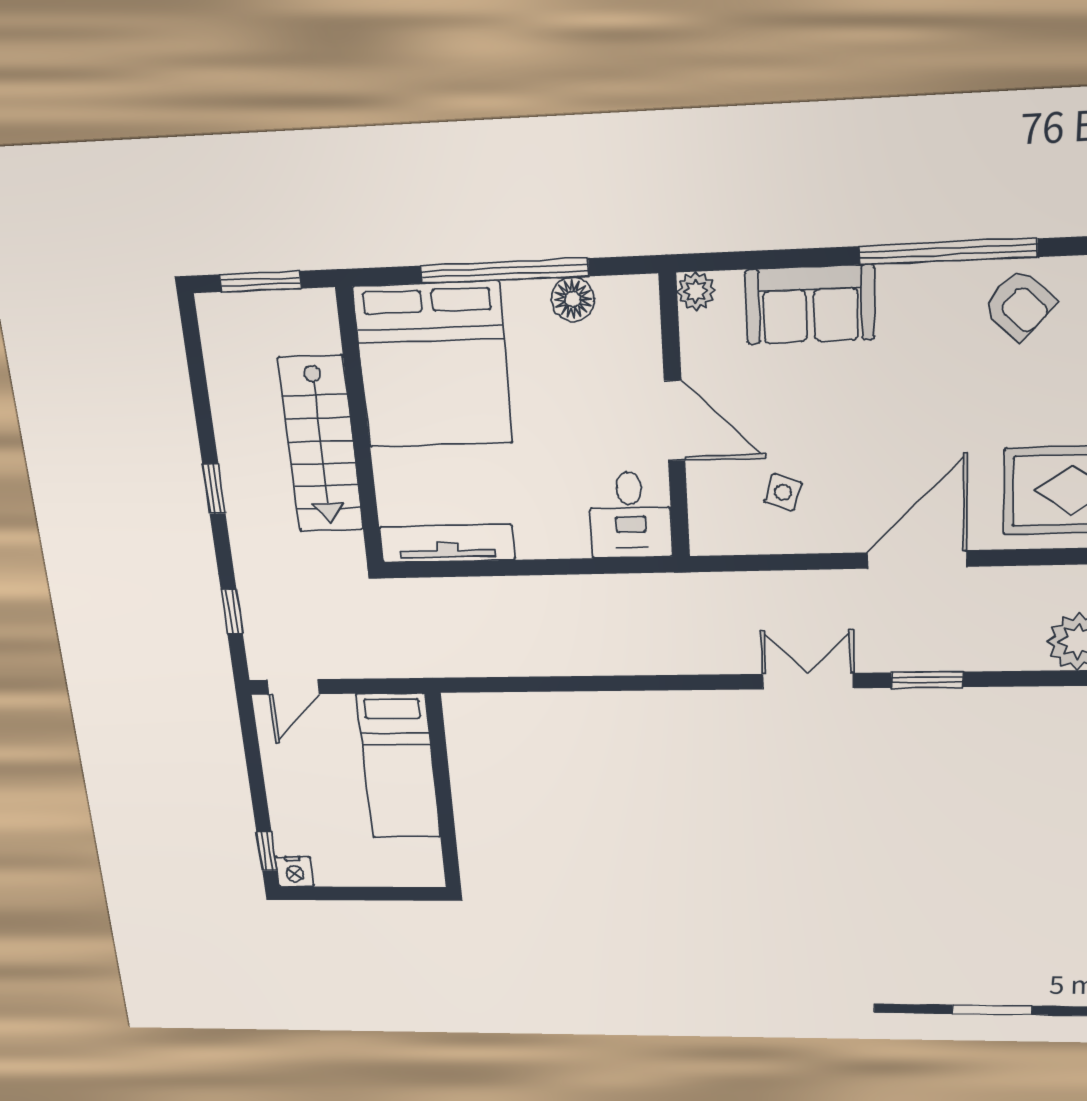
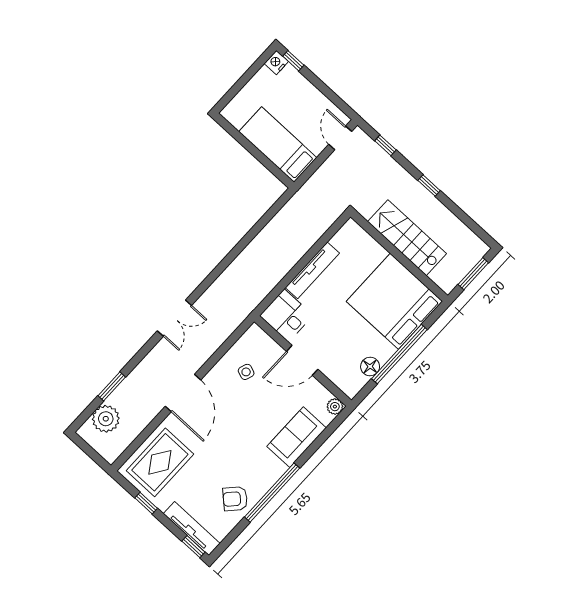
tv unit: (447, 543) -> (312, 270), moved
window: (927, 680) -> (112, 386), moved

